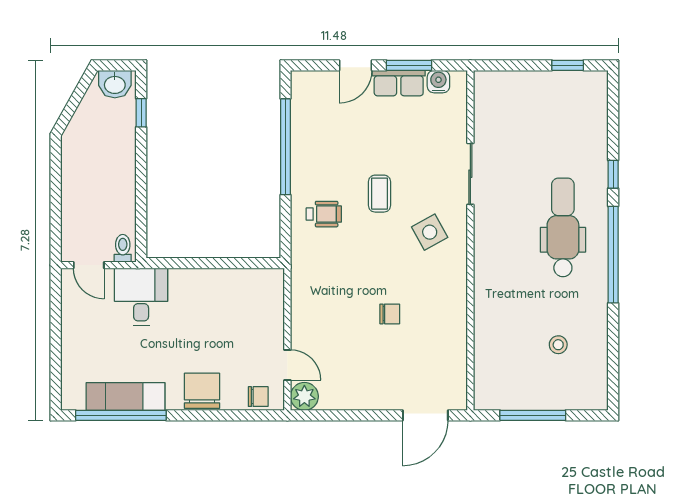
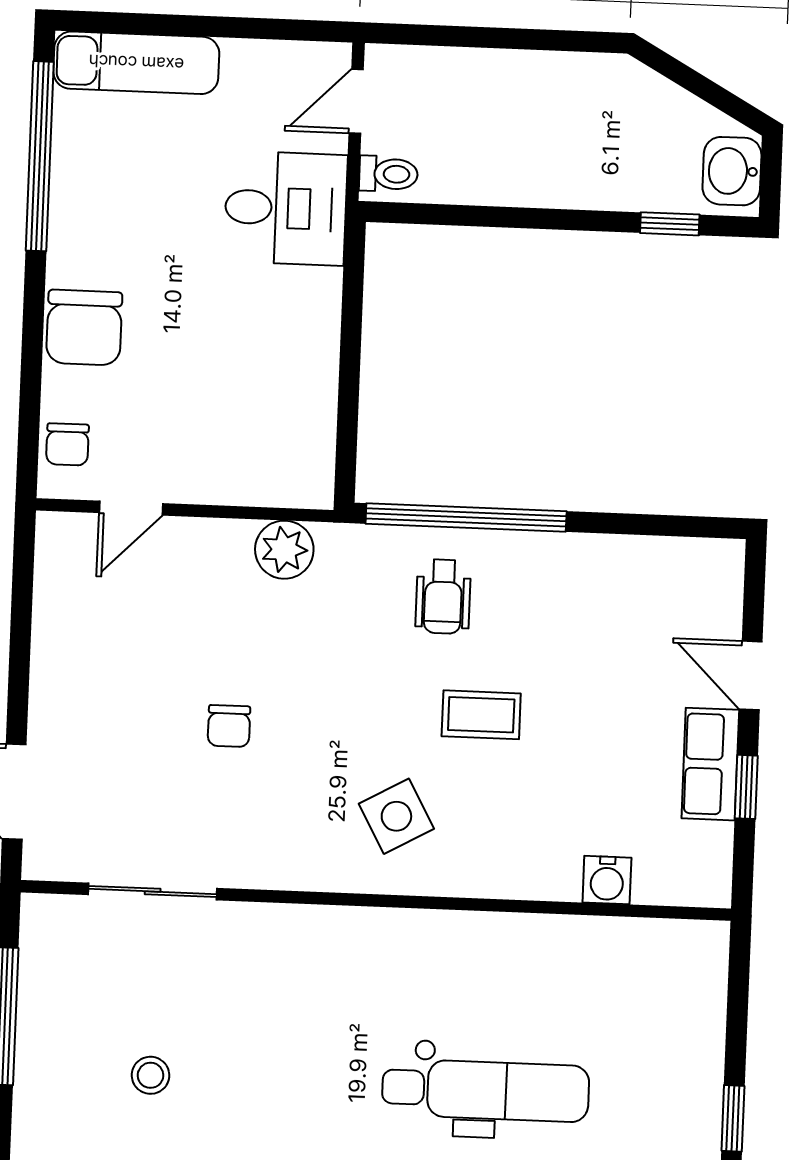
window: (409, 65) -> (746, 787), width x0.67
water cooler: (438, 82) -> (607, 880), moved, turned 90
window: (285, 147) -> (466, 517), moved
sliding door: (470, 174) -> (153, 891), moved
dental chair: (563, 227) -> (486, 1090), moved
chair: (202, 391) -> (84, 328), turned 90
plant: (304, 396) -> (284, 550), moved
exam couch: (125, 397) -> (136, 63), moved, turned 90

